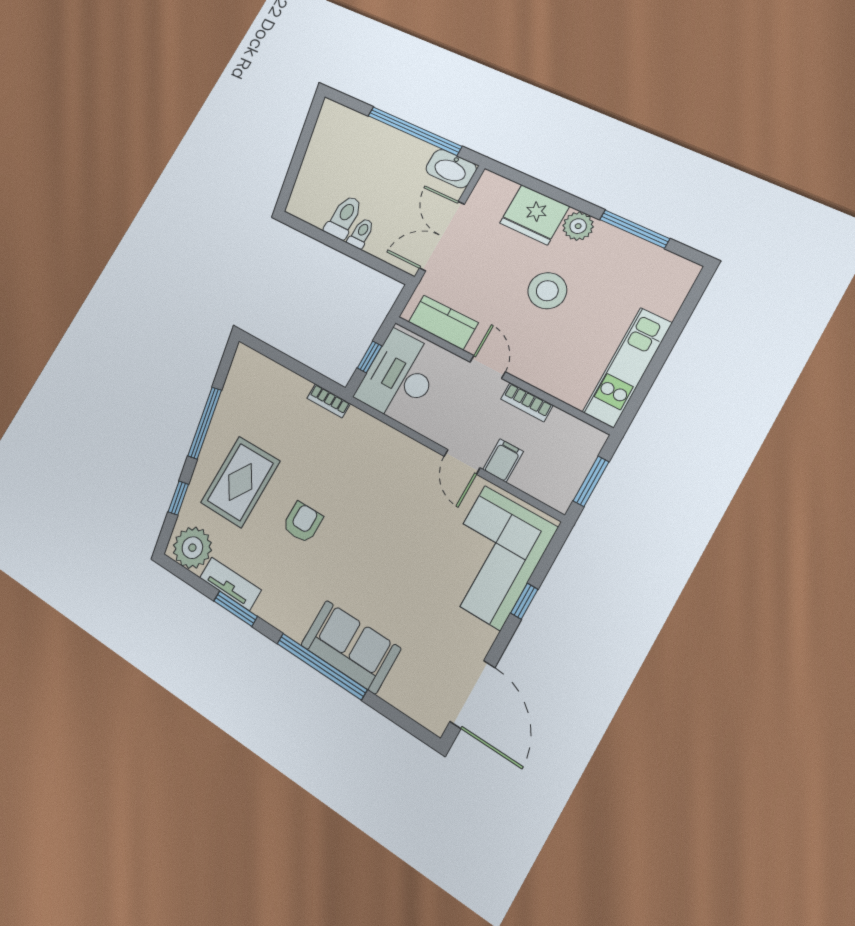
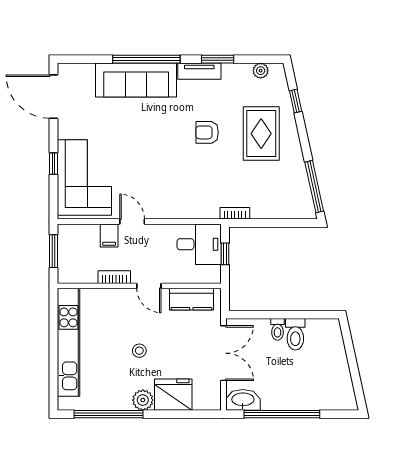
window: (634, 229) -> (109, 414), width x1.46
stool: (547, 291) -> (139, 351), width x0.53, depth x0.53
kitchen unit: (627, 367) -> (69, 342), width x1.36
desk: (400, 376) -> (199, 244), width x0.73
window: (205, 423) -> (314, 187), moved
armchair: (303, 522) -> (207, 132), turned 90
plant: (192, 548) -> (261, 71), width x0.53, depth x0.53
tv unit: (230, 584) -> (199, 71), moved
sofa: (351, 647) -> (136, 80), width x1.36

